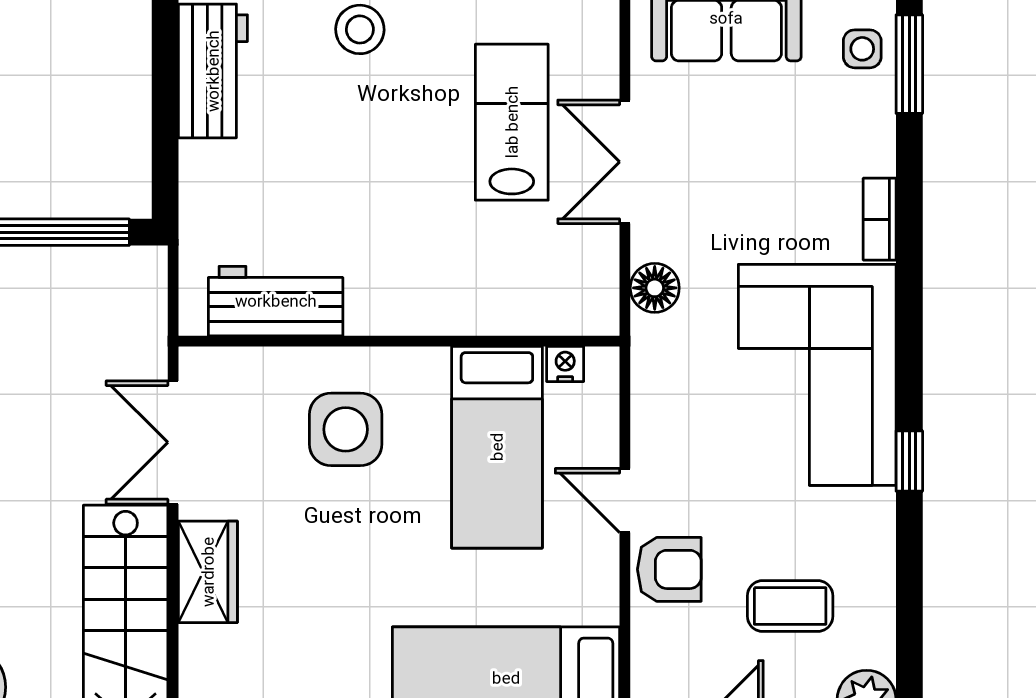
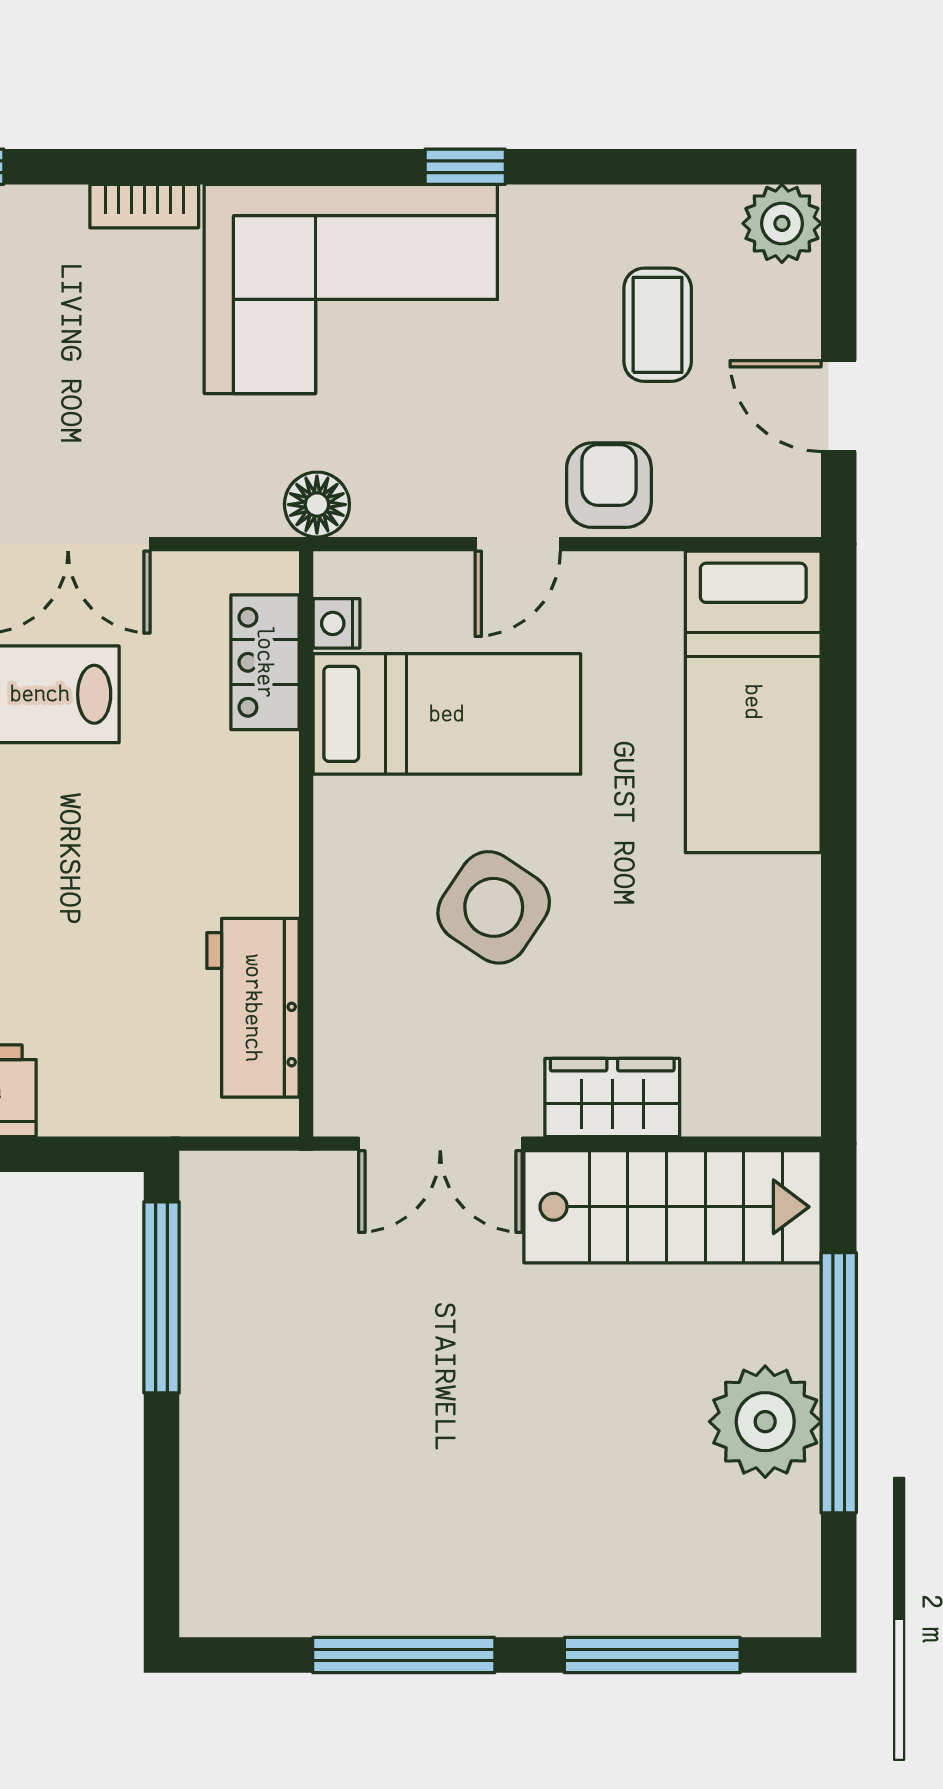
floor lamp: (655, 288) -> (317, 505), moved
locker: (536, 310) -> (265, 662), added
side table: (346, 429) -> (494, 907), moved, turned 34

